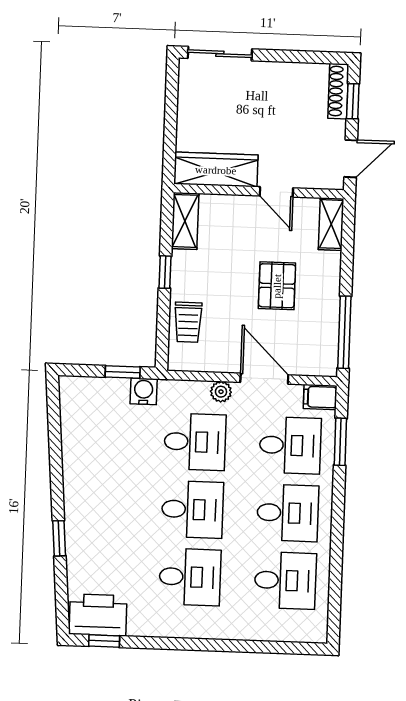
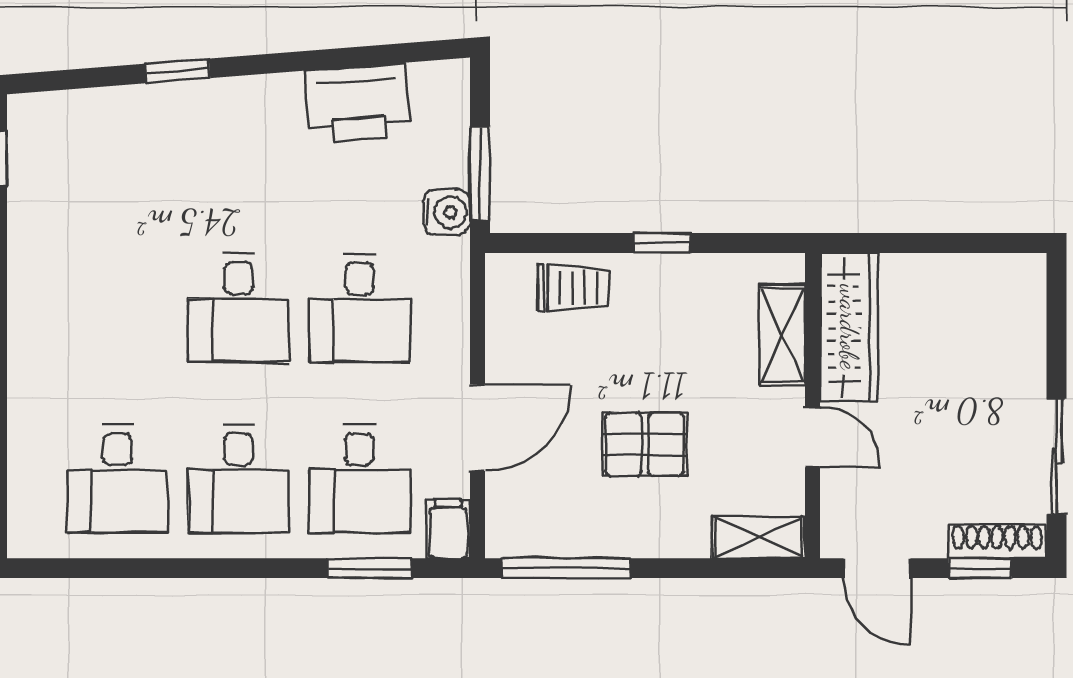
sliding door: (220, 54) -> (1056, 456), moved
door: (276, 192) -> (813, 437), swing flipped
shelving: (185, 221) -> (782, 335), moved, turned 90
trolley: (188, 322) -> (573, 287), turned 180
window: (123, 372) -> (480, 174), width x1.50
plant: (221, 392) -> (451, 351), removed
desk: (190, 577) -> (117, 308), removed
printer: (98, 615) -> (358, 103), moved, turned 85

